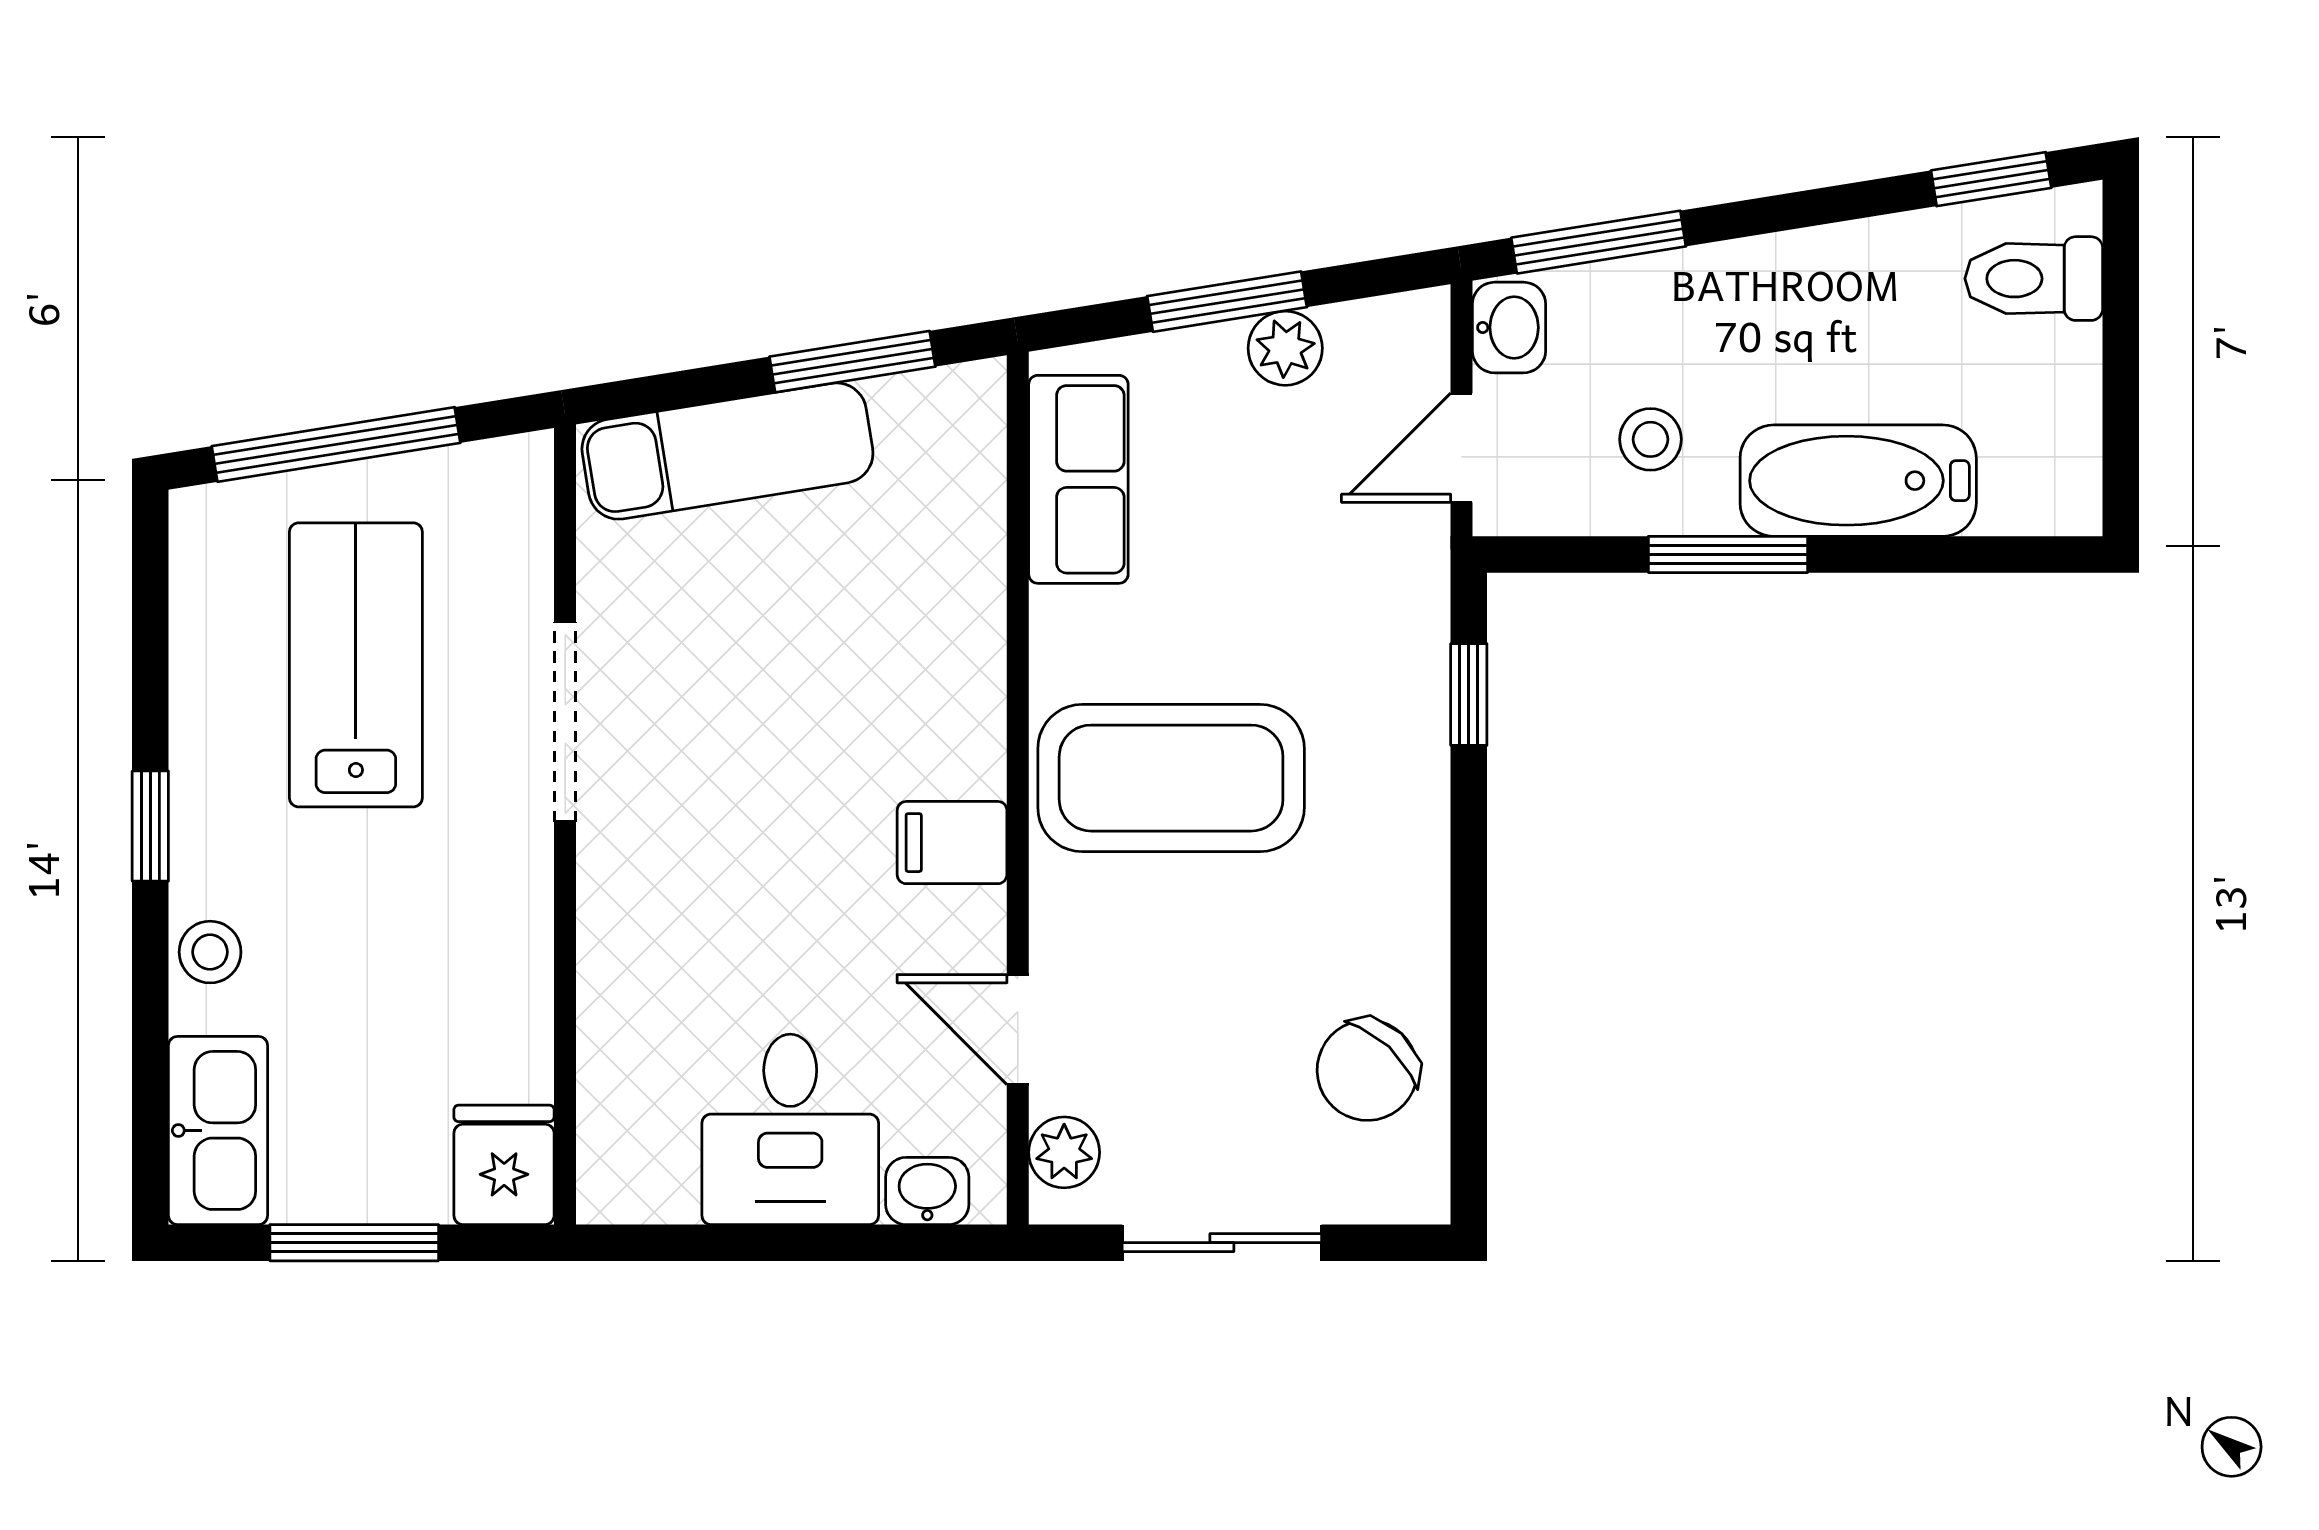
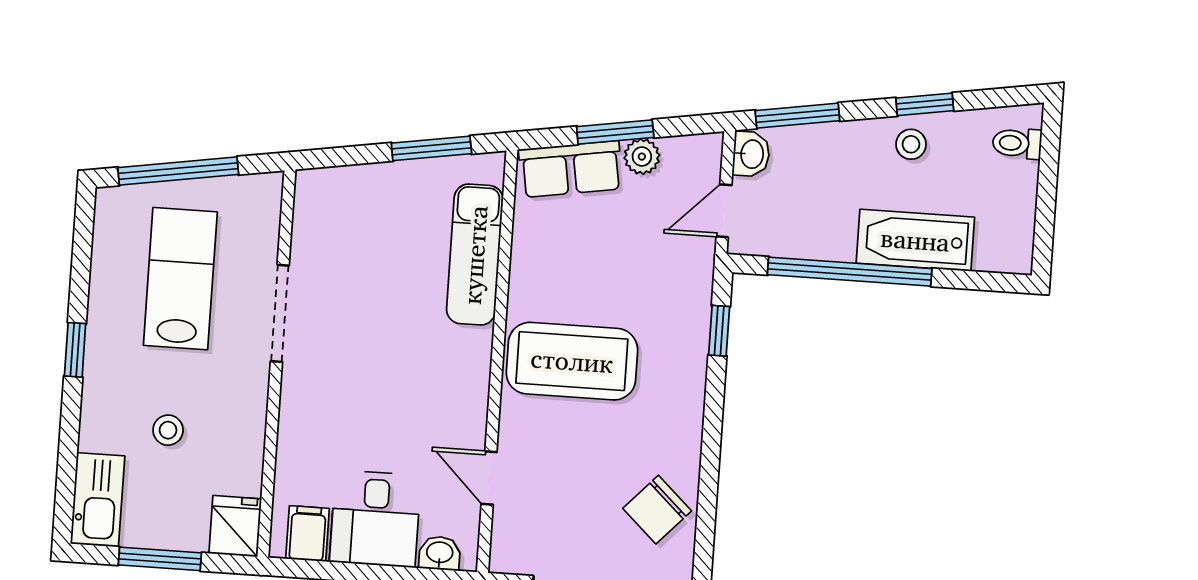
window: (1991, 179) -> (925, 104), moved
toilet: (2034, 279) -> (1017, 143), width x0.73, depth x0.72
stool: (1650, 439) -> (911, 144), moved
exam couch: (727, 451) -> (475, 255), moved, turned 99
row of seats: (1078, 479) -> (571, 169), moved, turned 81
window: (1728, 554) -> (850, 272), width x2.11
filing cabinet: (952, 843) -> (308, 534), moved, turned 90
stool: (210, 952) -> (168, 430), moved
plant: (1064, 1152) -> (507, 539), removed

